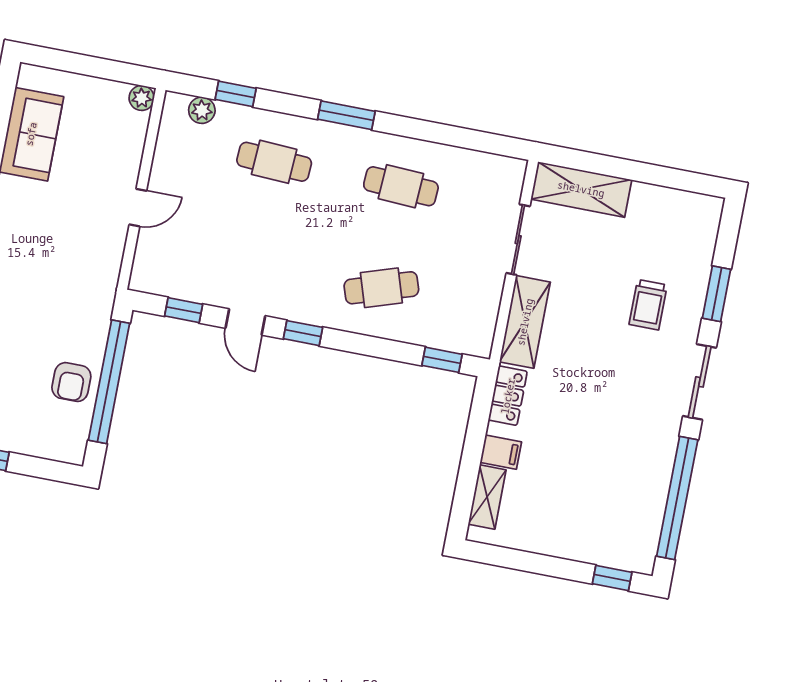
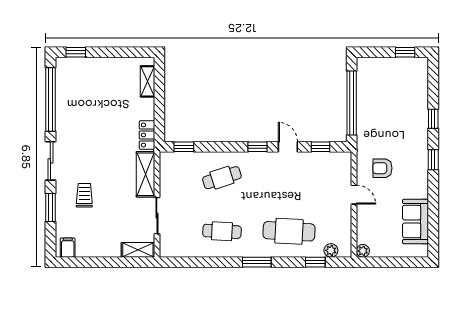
cafe table: (274, 162) -> (289, 231), width x1.37, depth x1.35
shelving: (581, 189) -> (138, 250), width x0.67, depth x0.75
door: (138, 208) -> (354, 195), swing flipped
armchair: (71, 382) -> (382, 168), moved, turned -90
filing cabinet: (501, 452) -> (68, 248), moved, turned 90

